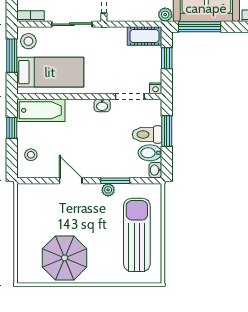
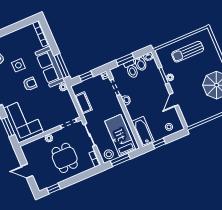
cot: (144, 36) -> (83, 103), moved
sun lounger: (137, 235) -> (188, 52), width x0.73, depth x0.75

